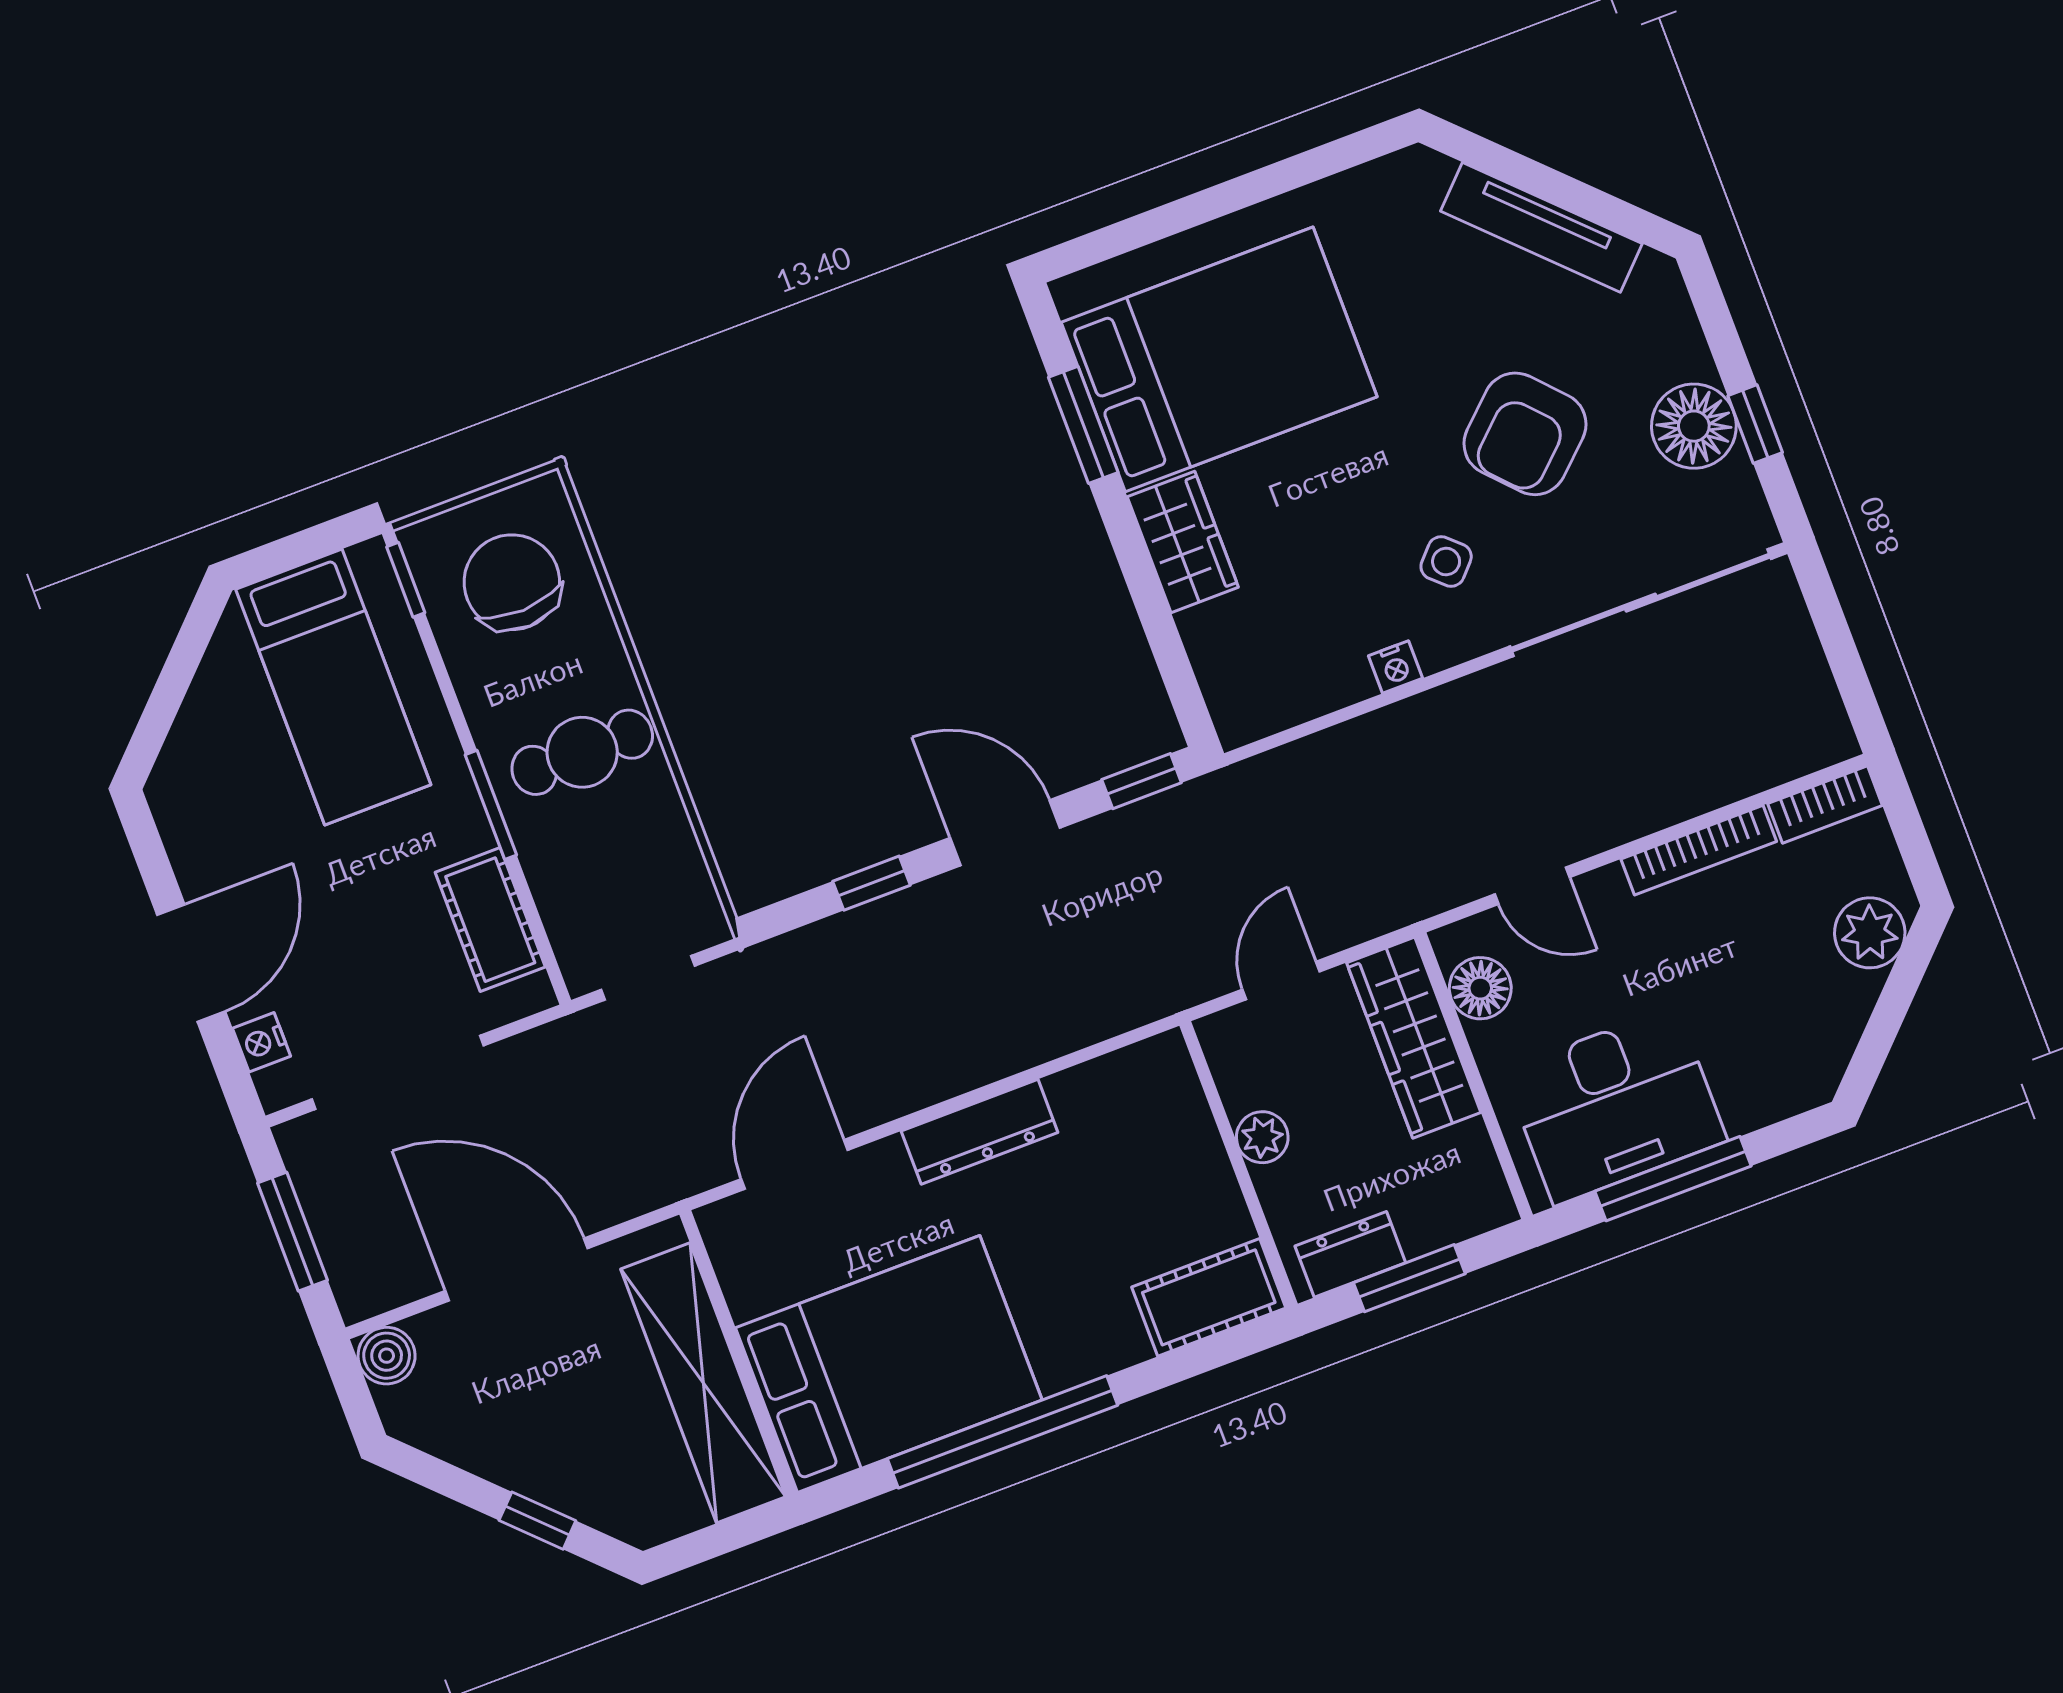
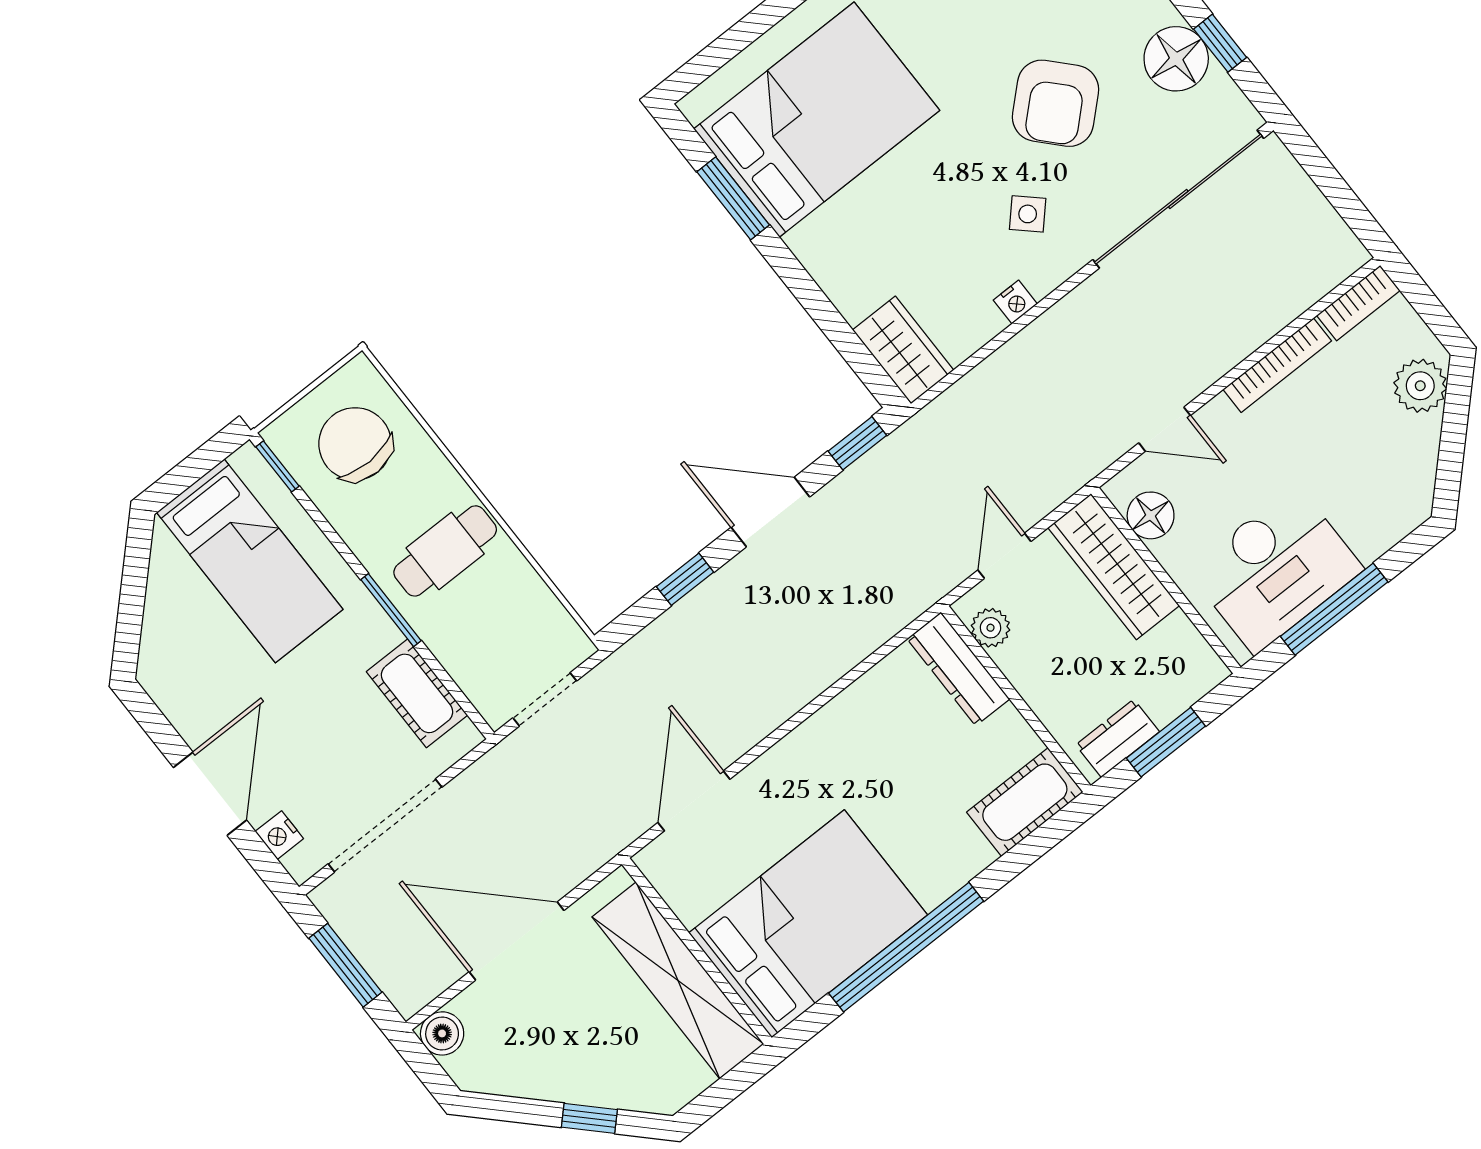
wardrobe: (1183, 542) -> (903, 350), moved
dresser: (980, 1132) -> (958, 669), moved, turned 90
plant: (1262, 1137) -> (991, 628), moved

